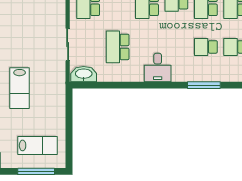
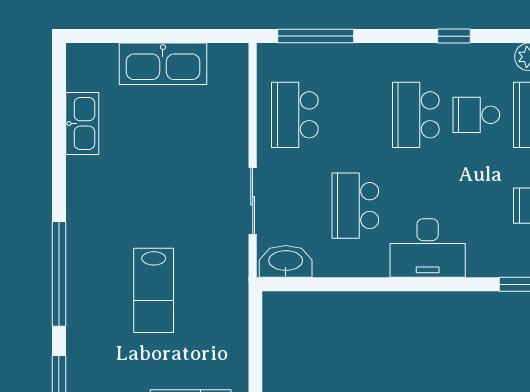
desk: (158, 68) -> (428, 248), width x1.37

